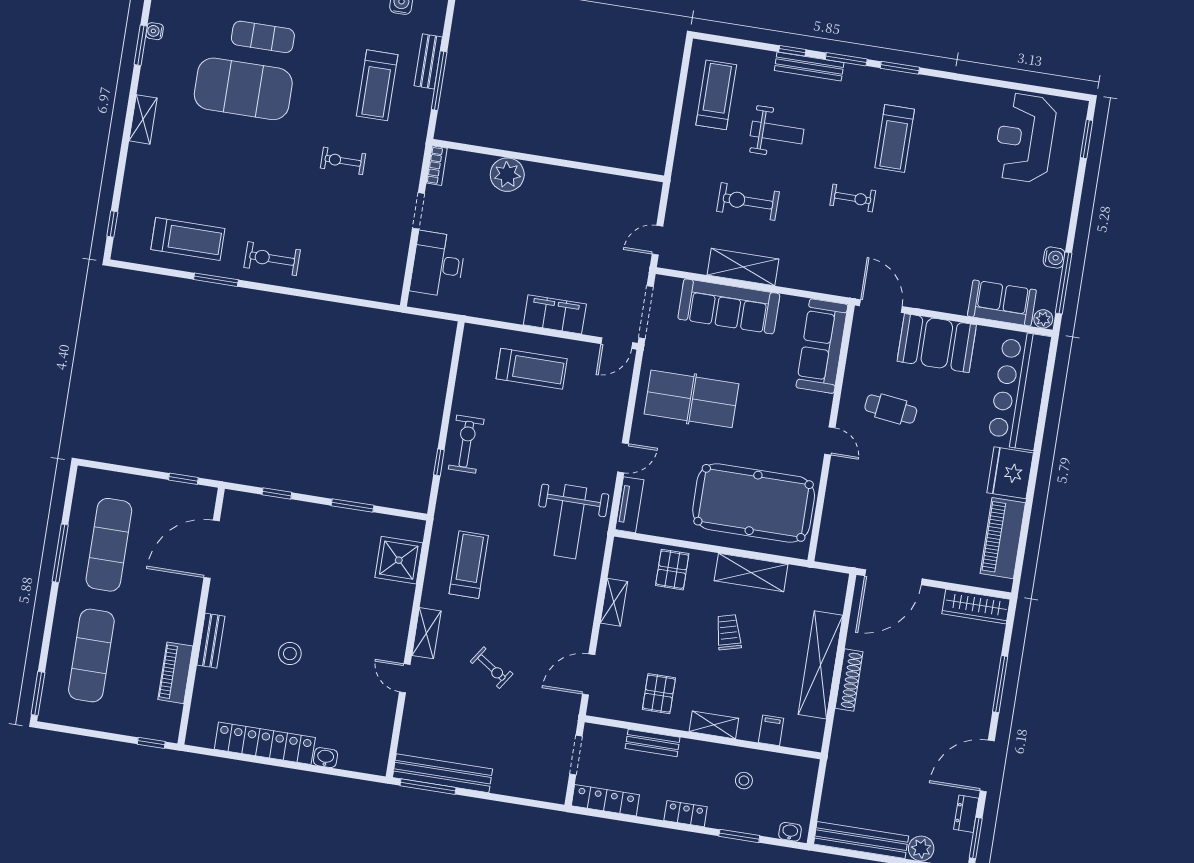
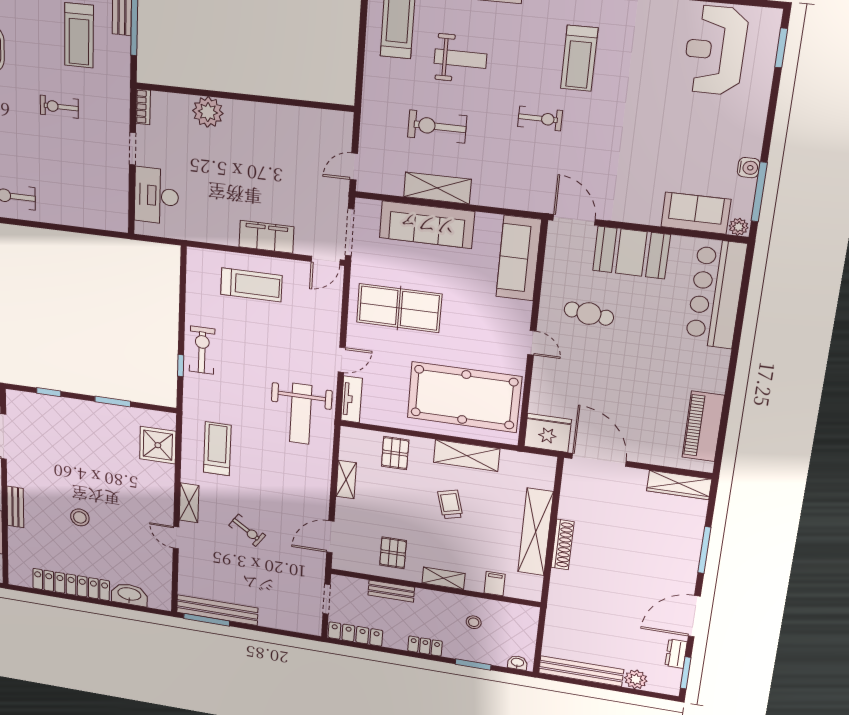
fridge: (1010, 473) -> (548, 433), moved, turned 90
door: (893, 577) -> (599, 460), swing flipped
washbasin: (325, 758) -> (129, 595), width x1.91, depth x1.45

